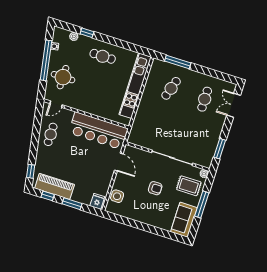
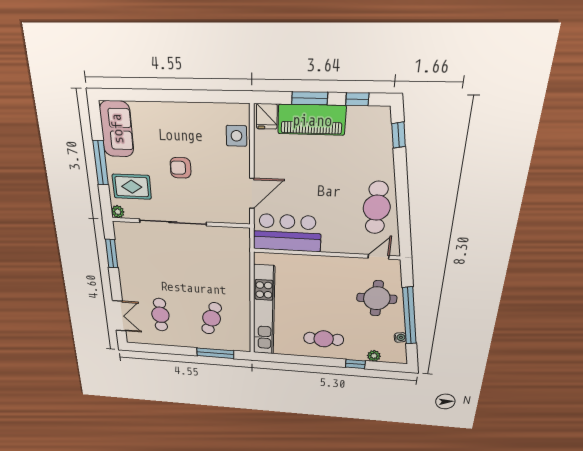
bar counter: (98, 131) -> (287, 233), width x0.73
cafe table: (51, 134) -> (377, 208), width x1.37, depth x1.35
door: (119, 162) -> (252, 193), swing flipped
piano: (55, 186) -> (312, 120), moved

